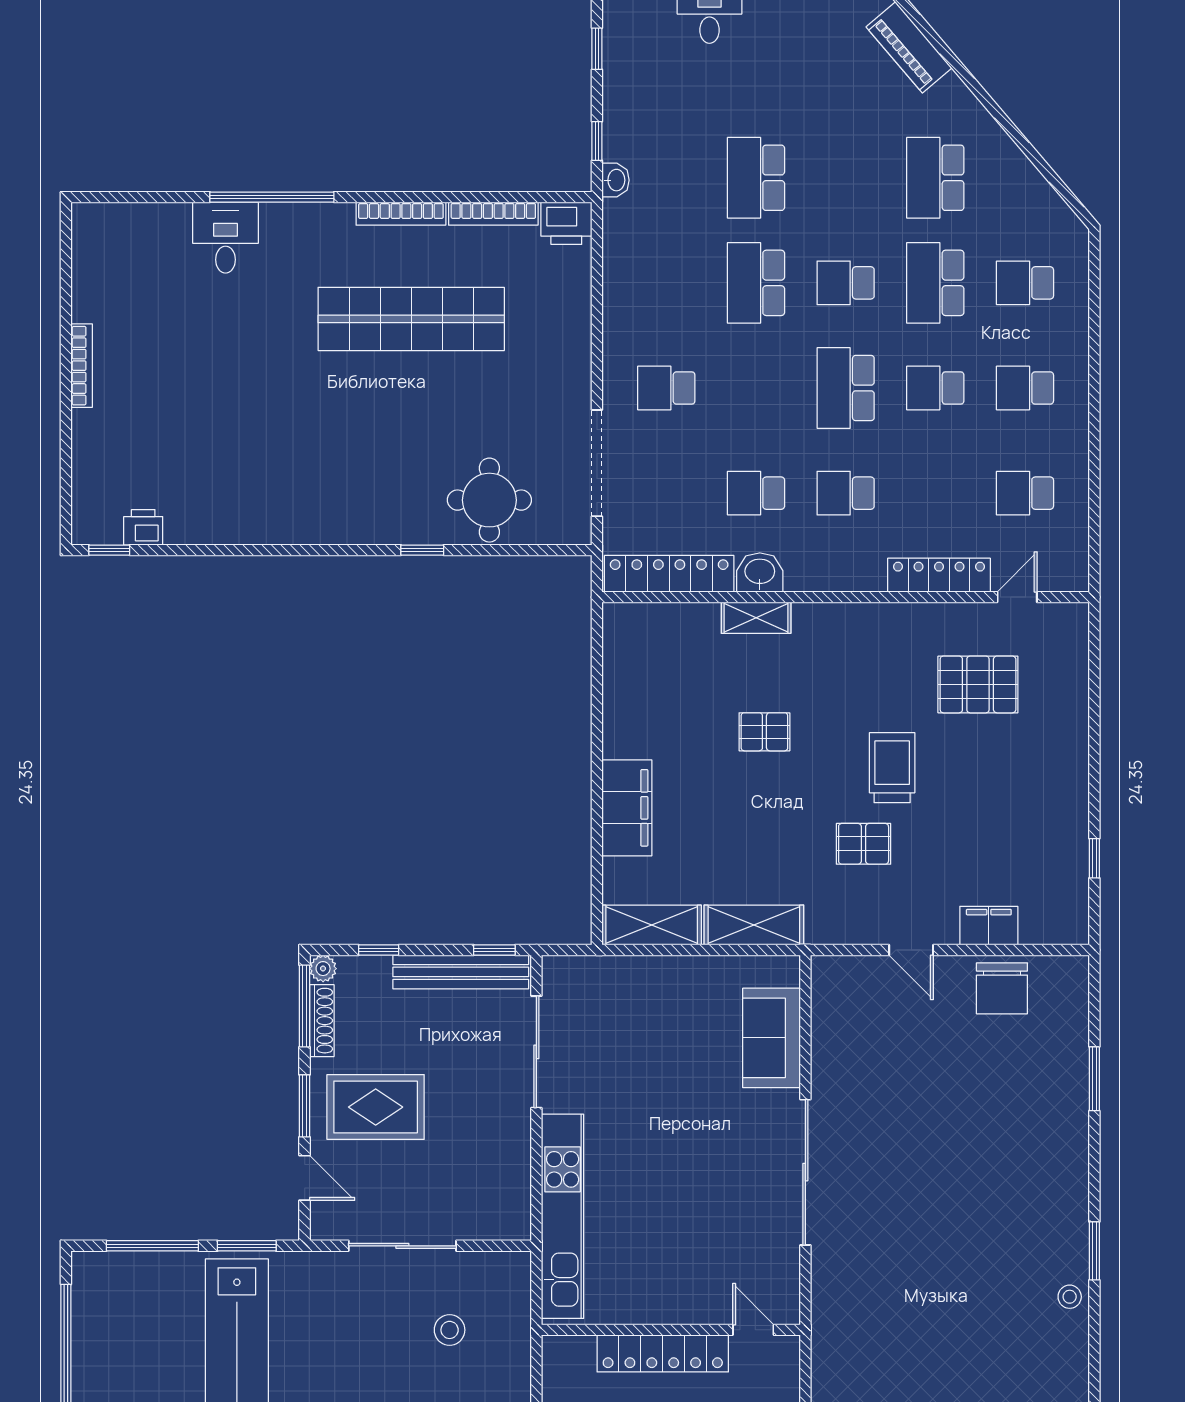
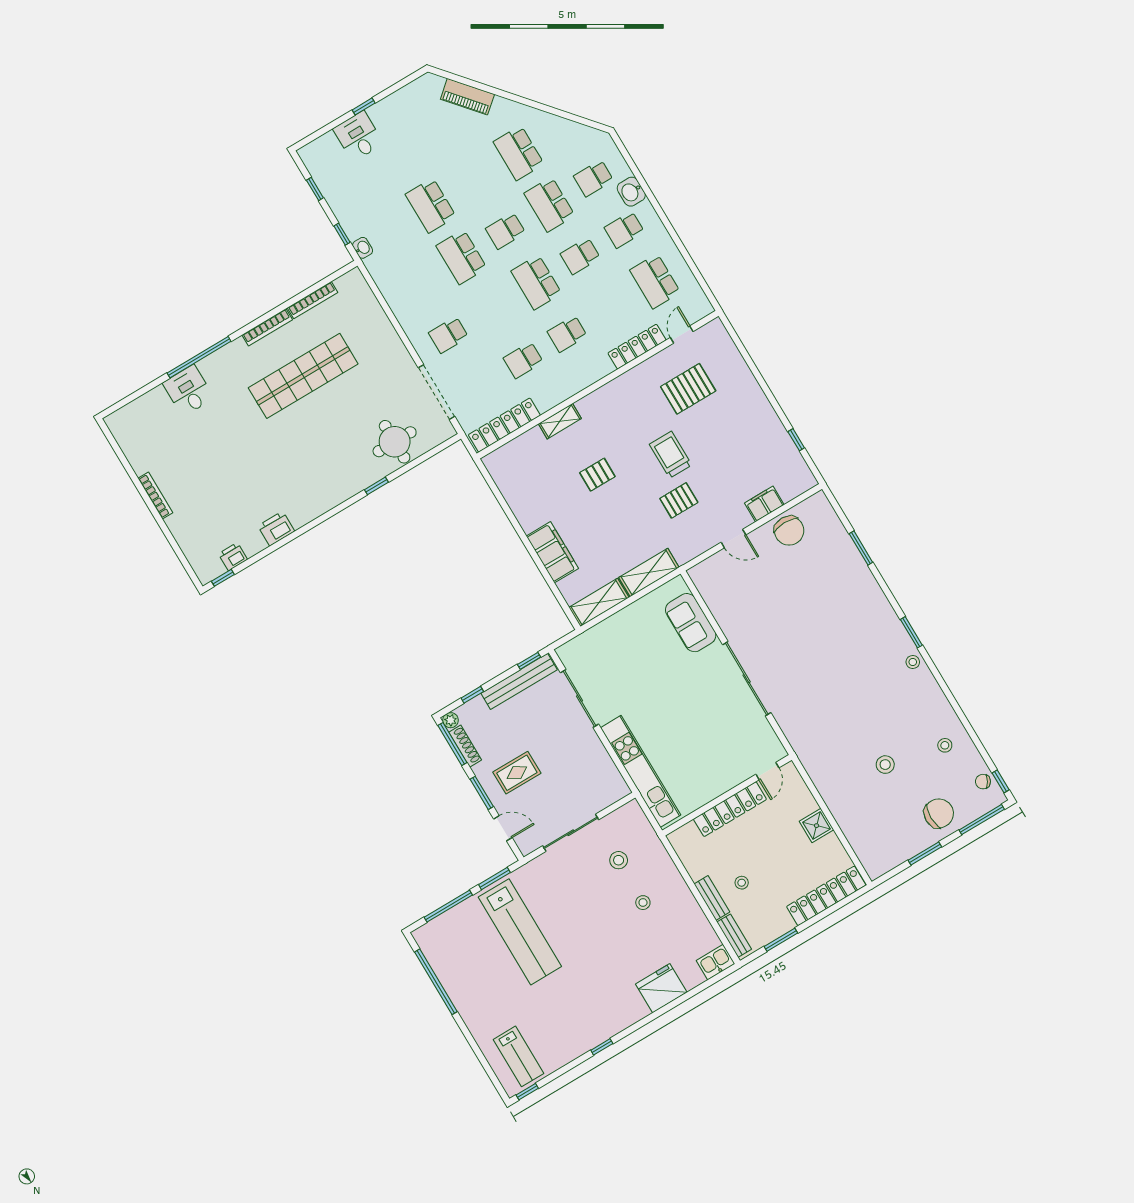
printer: (566, 223) -> (276, 528), moved, turned 180
school desk: (1025, 493) -> (655, 281), width x1.85
washbasin: (760, 572) -> (631, 192), moved, turned -90
rug: (376, 1107) -> (517, 773), width x0.73, depth x0.70
door: (753, 1330) -> (767, 771), swing flipped

